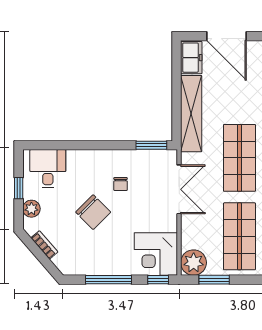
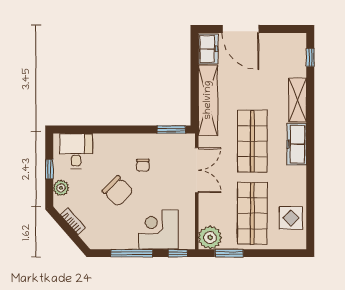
corner desk: (156, 254) -> (158, 230), moved, turned 90

